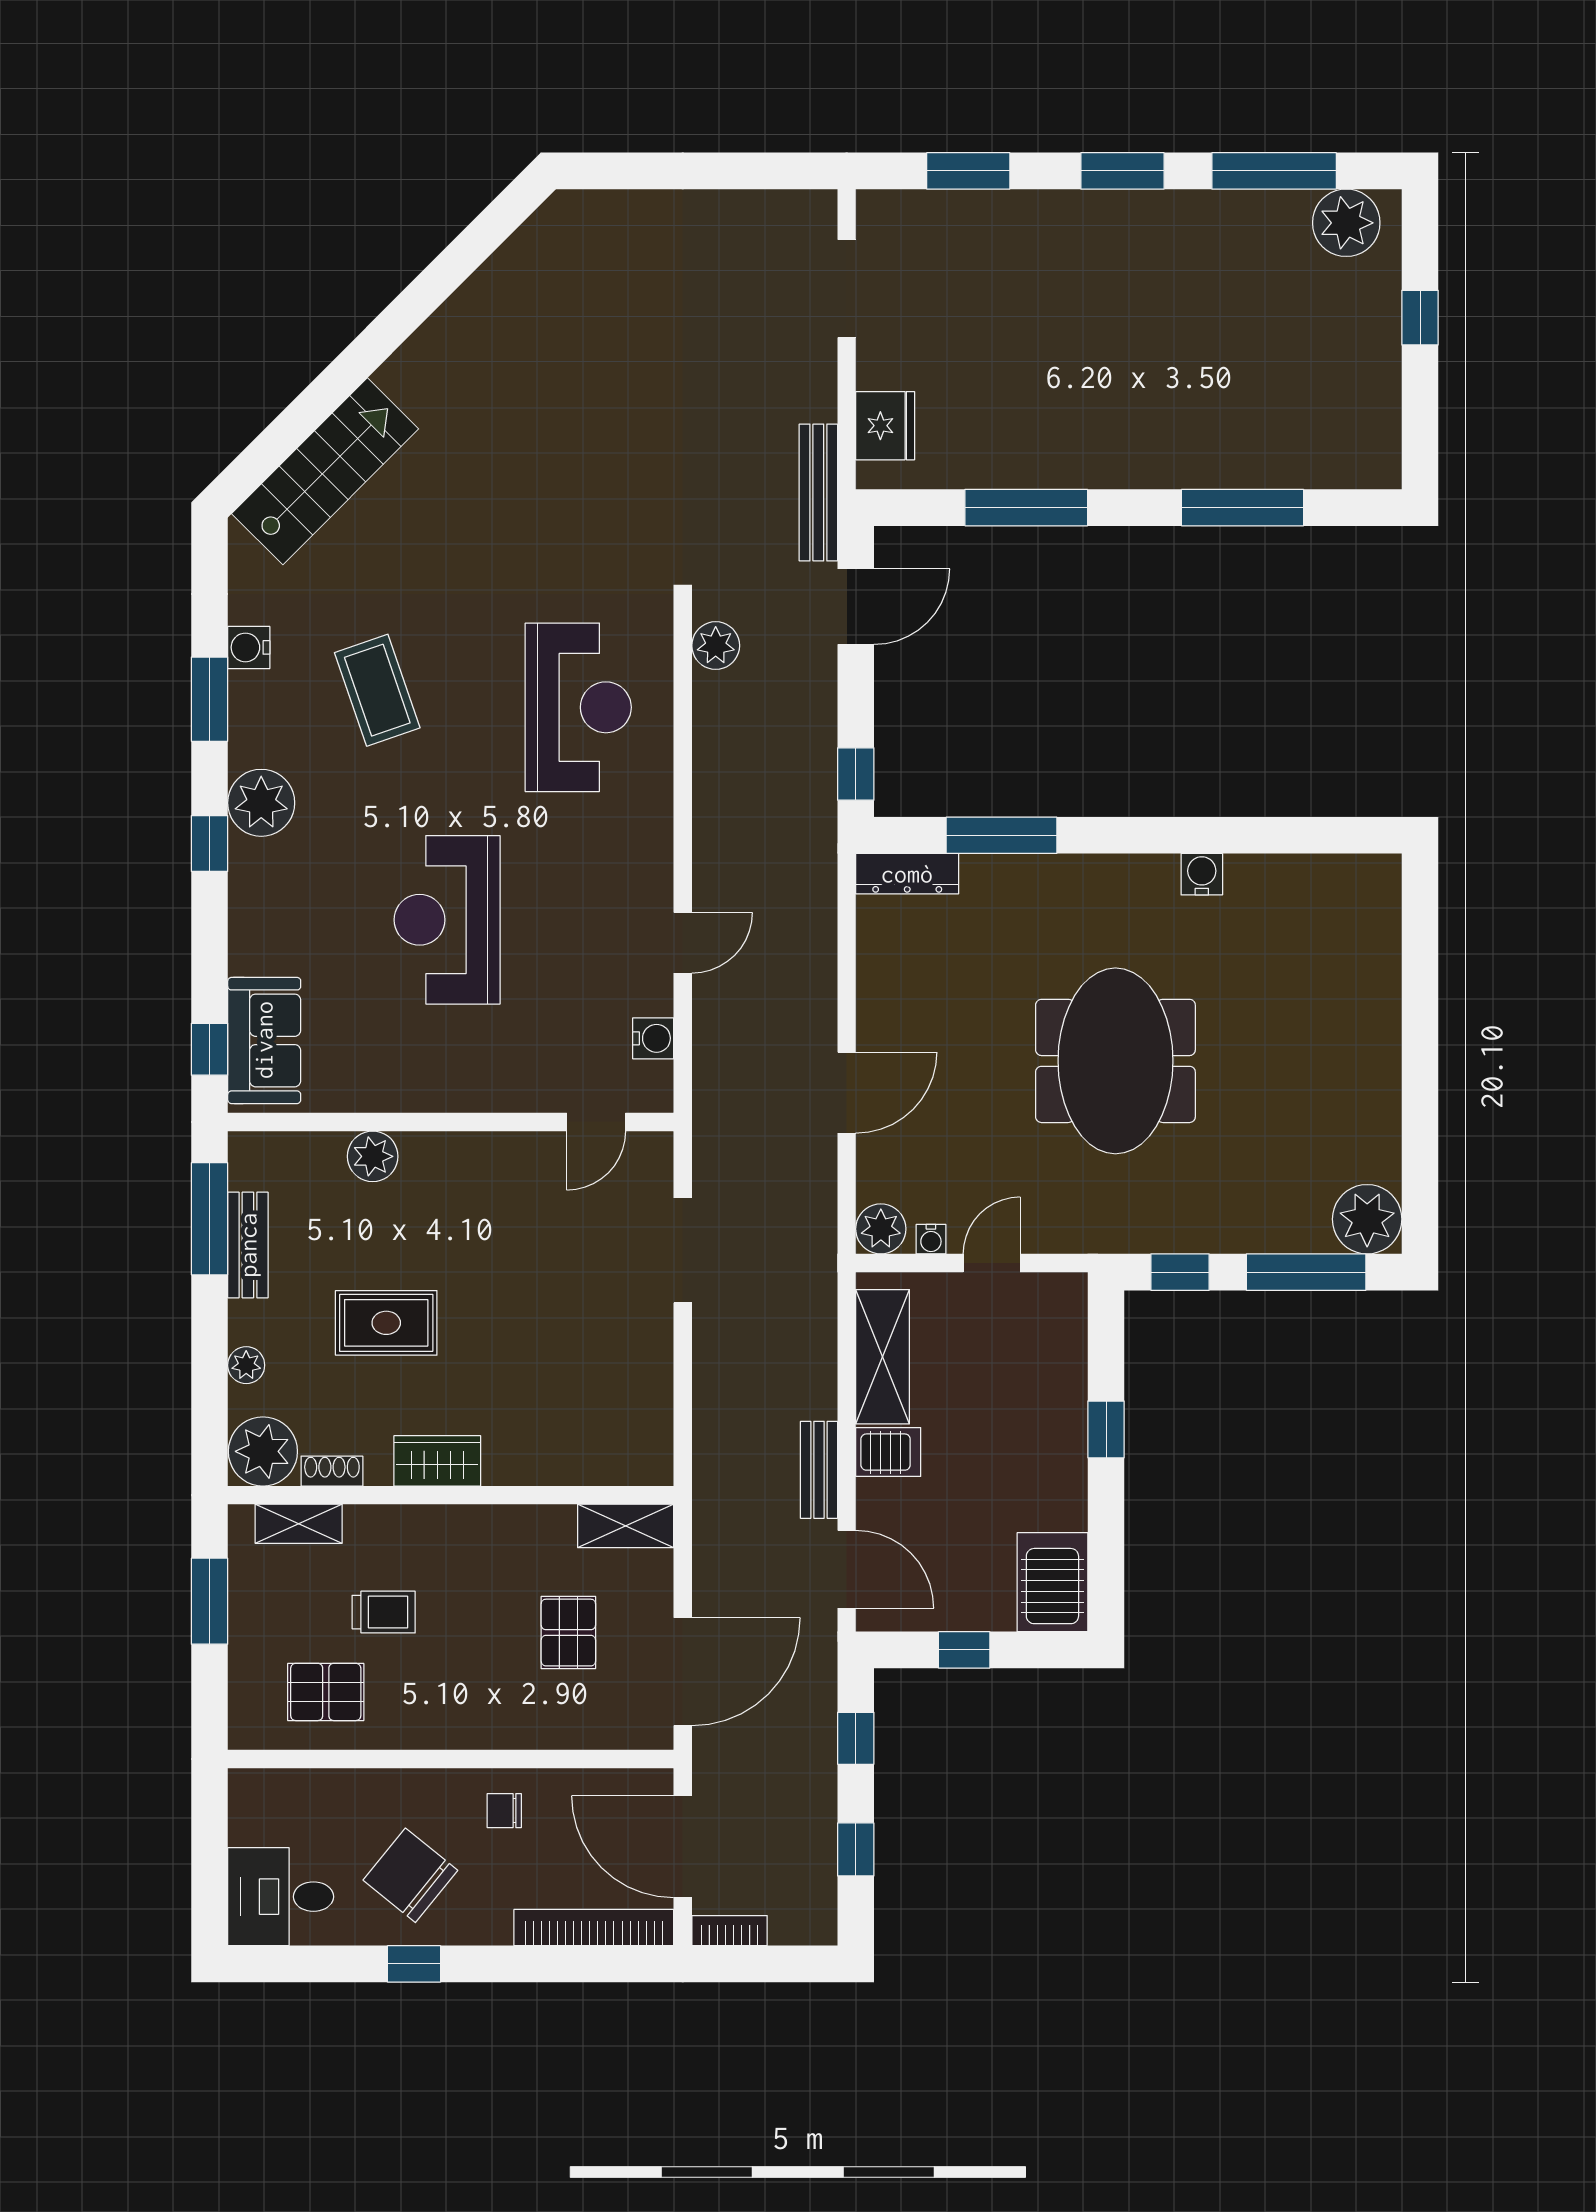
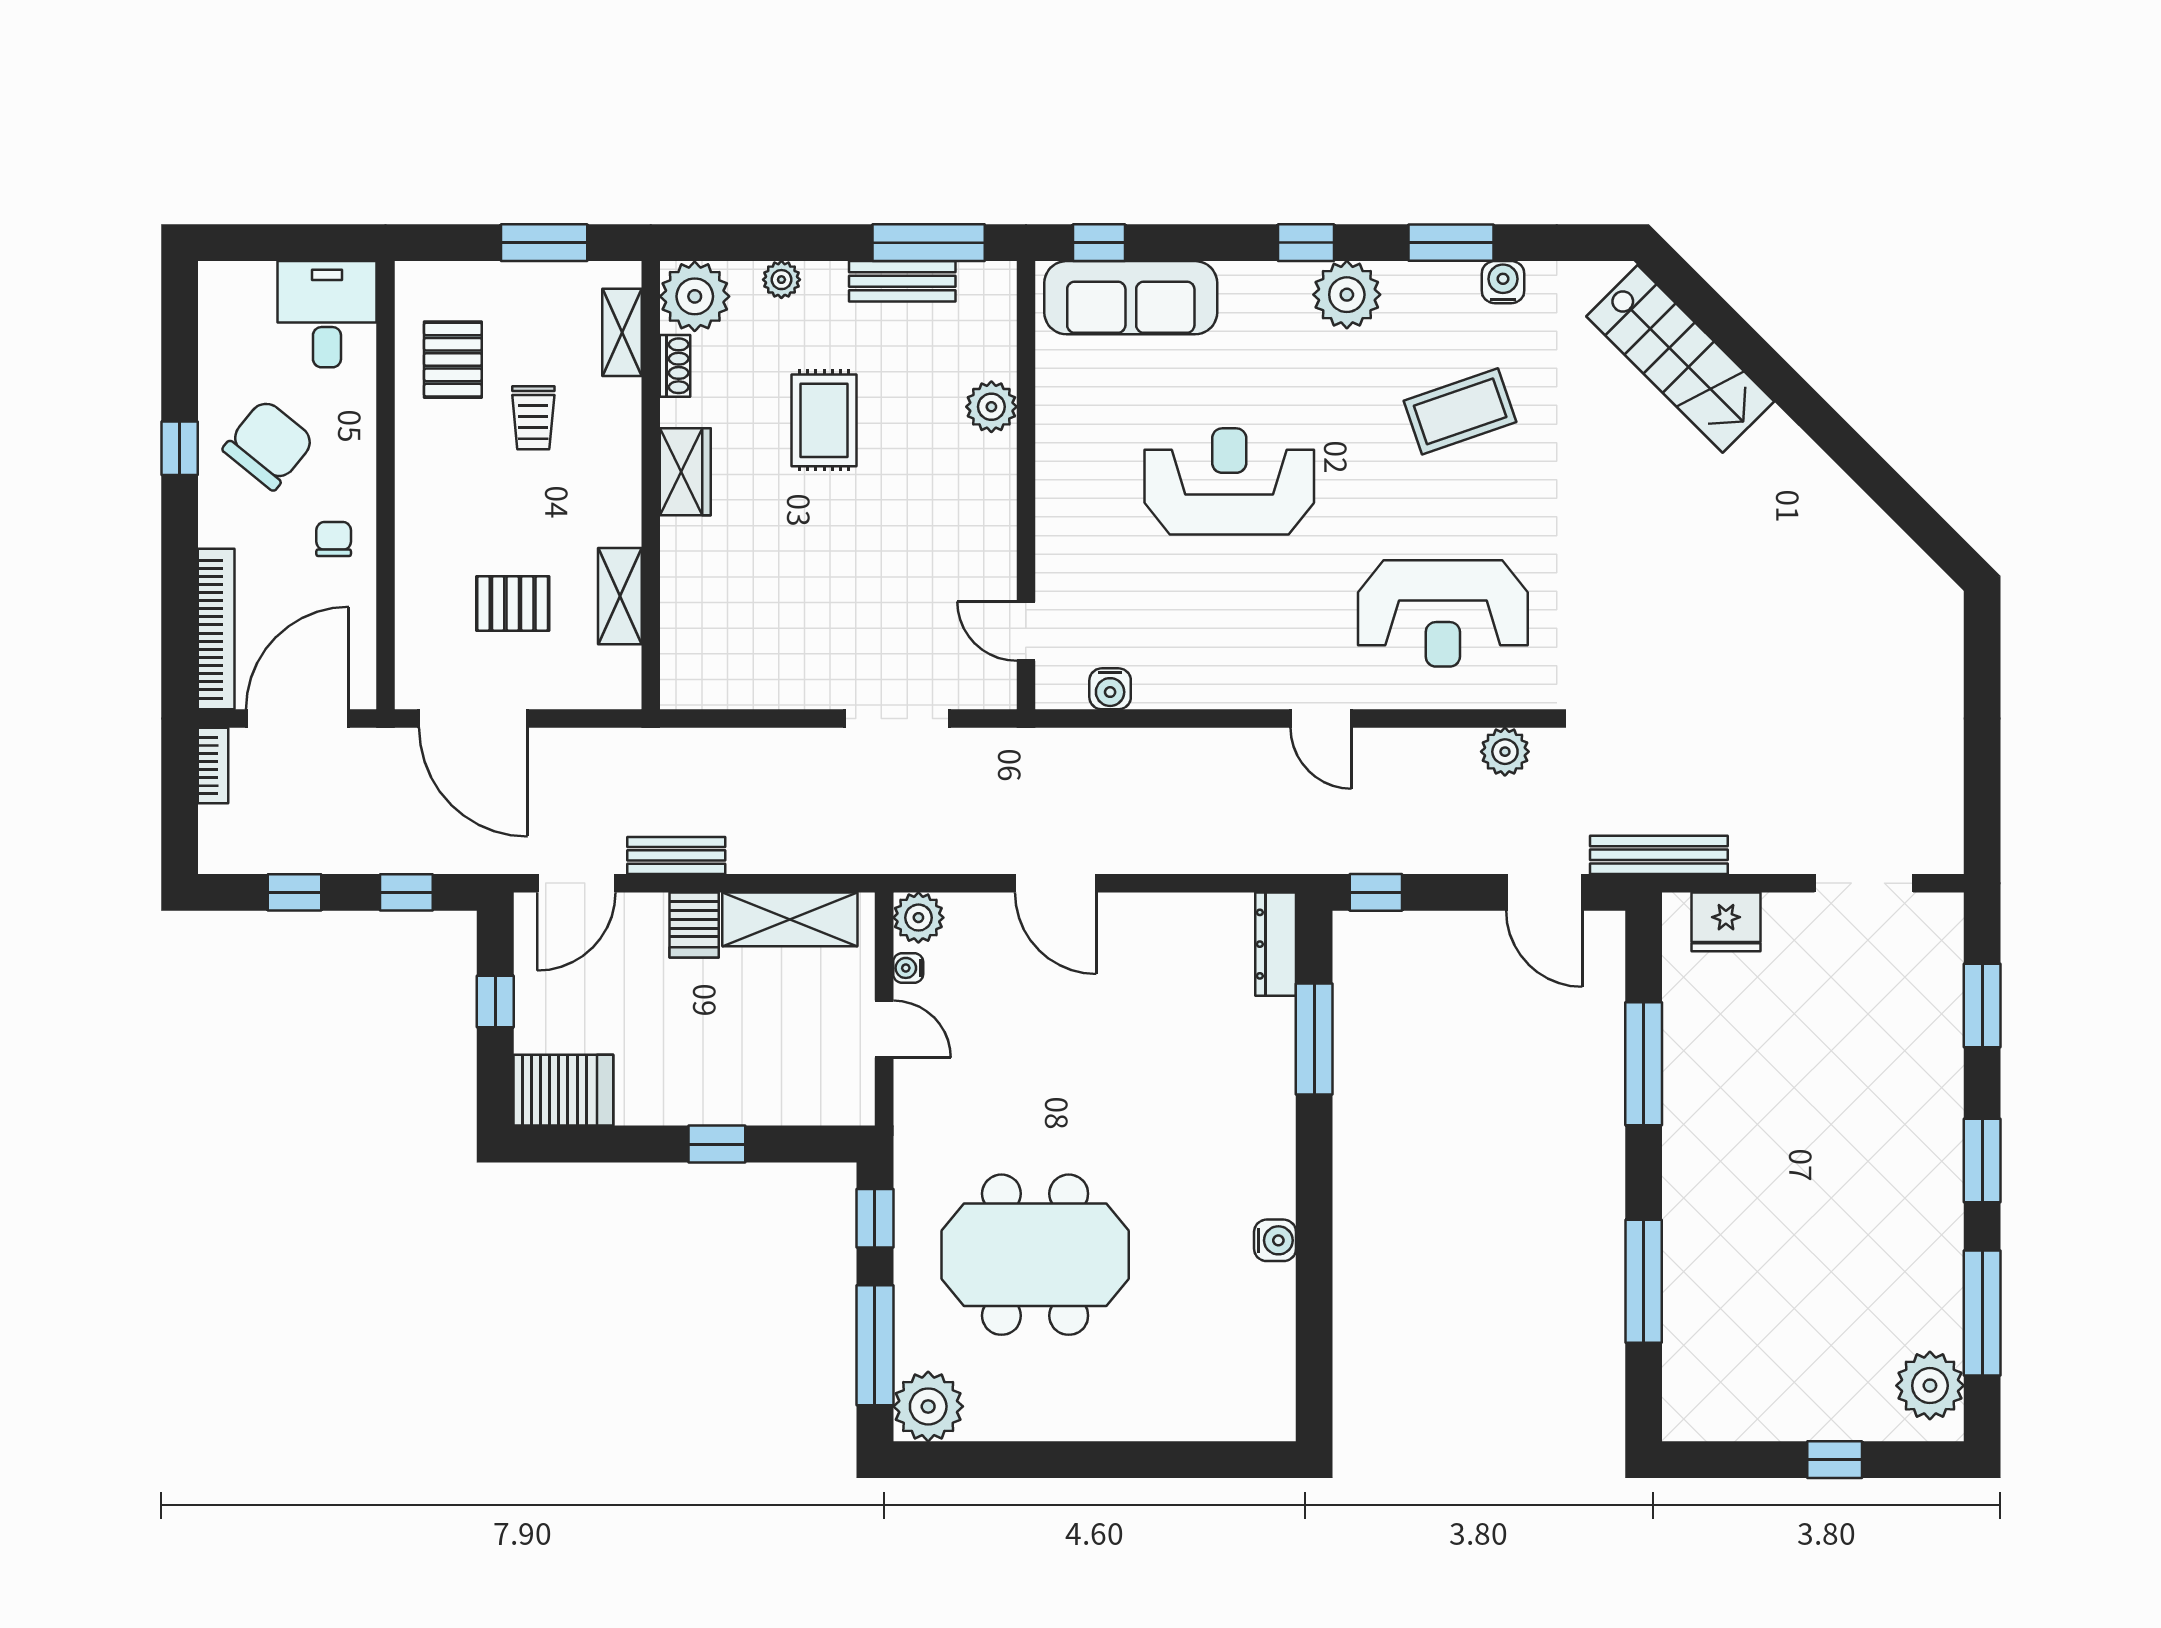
door: (683, 943) -> (1321, 719), moved
sofa: (264, 1040) -> (1131, 298), width x1.36
meeting table: (1115, 1061) -> (1035, 1255), moved
shelving: (626, 1526) -> (620, 596), moved
desk: (281, 1897) -> (327, 314), moved

